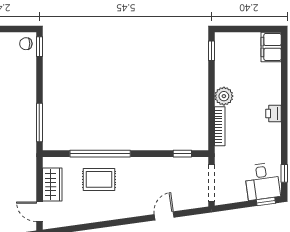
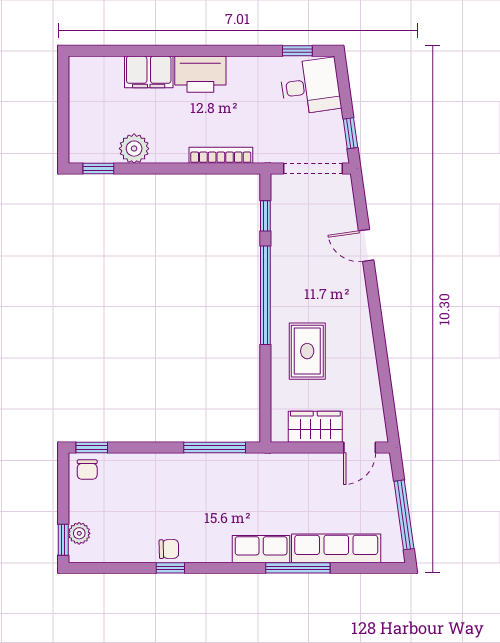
filing cabinet: (271, 47) -> (149, 72), moved
plant: (224, 96) -> (134, 149), moved
printer: (273, 114) -> (200, 74), width x1.87, depth x1.48
window: (100, 154) -> (265, 295), moved
window: (266, 202) -> (350, 133), moved

